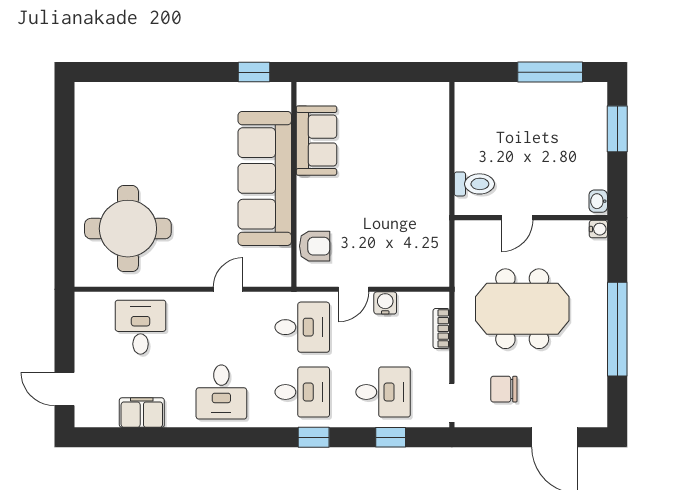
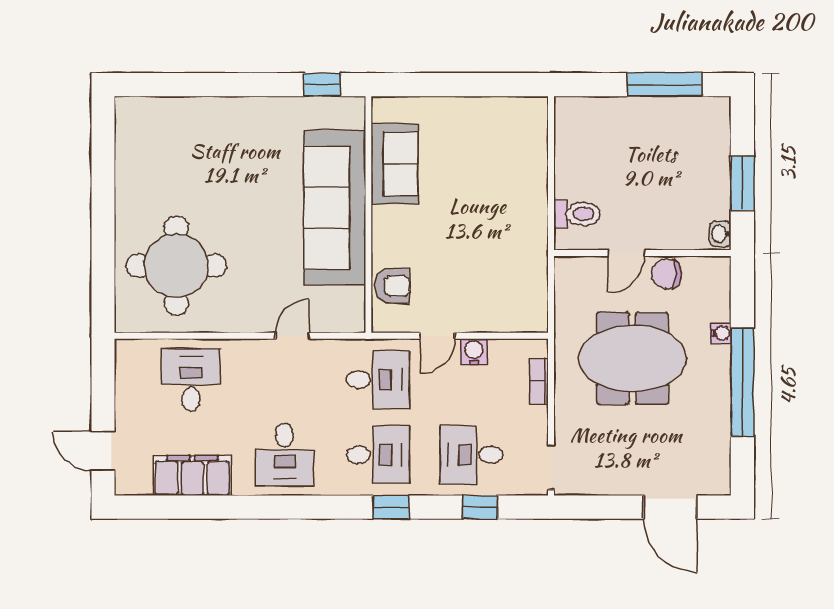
window: (617, 129) -> (742, 183), moved
water cooler: (598, 229) -> (721, 333), moved
chair: (504, 389) -> (667, 274), moved
desk: (383, 392) -> (472, 455), turned 180
filing cabinet: (142, 413) -> (192, 476), width x1.50, depth x1.17

